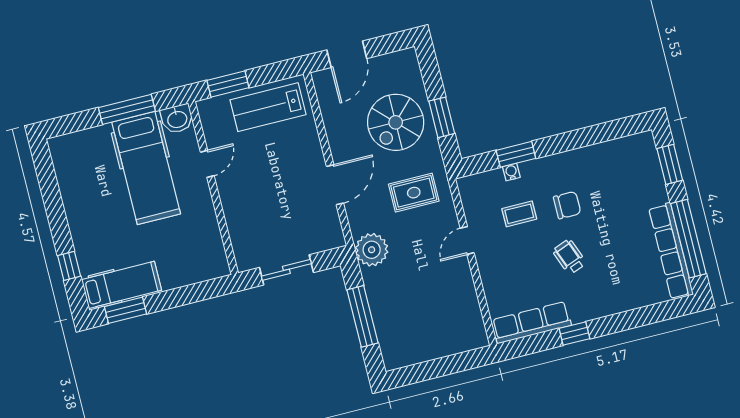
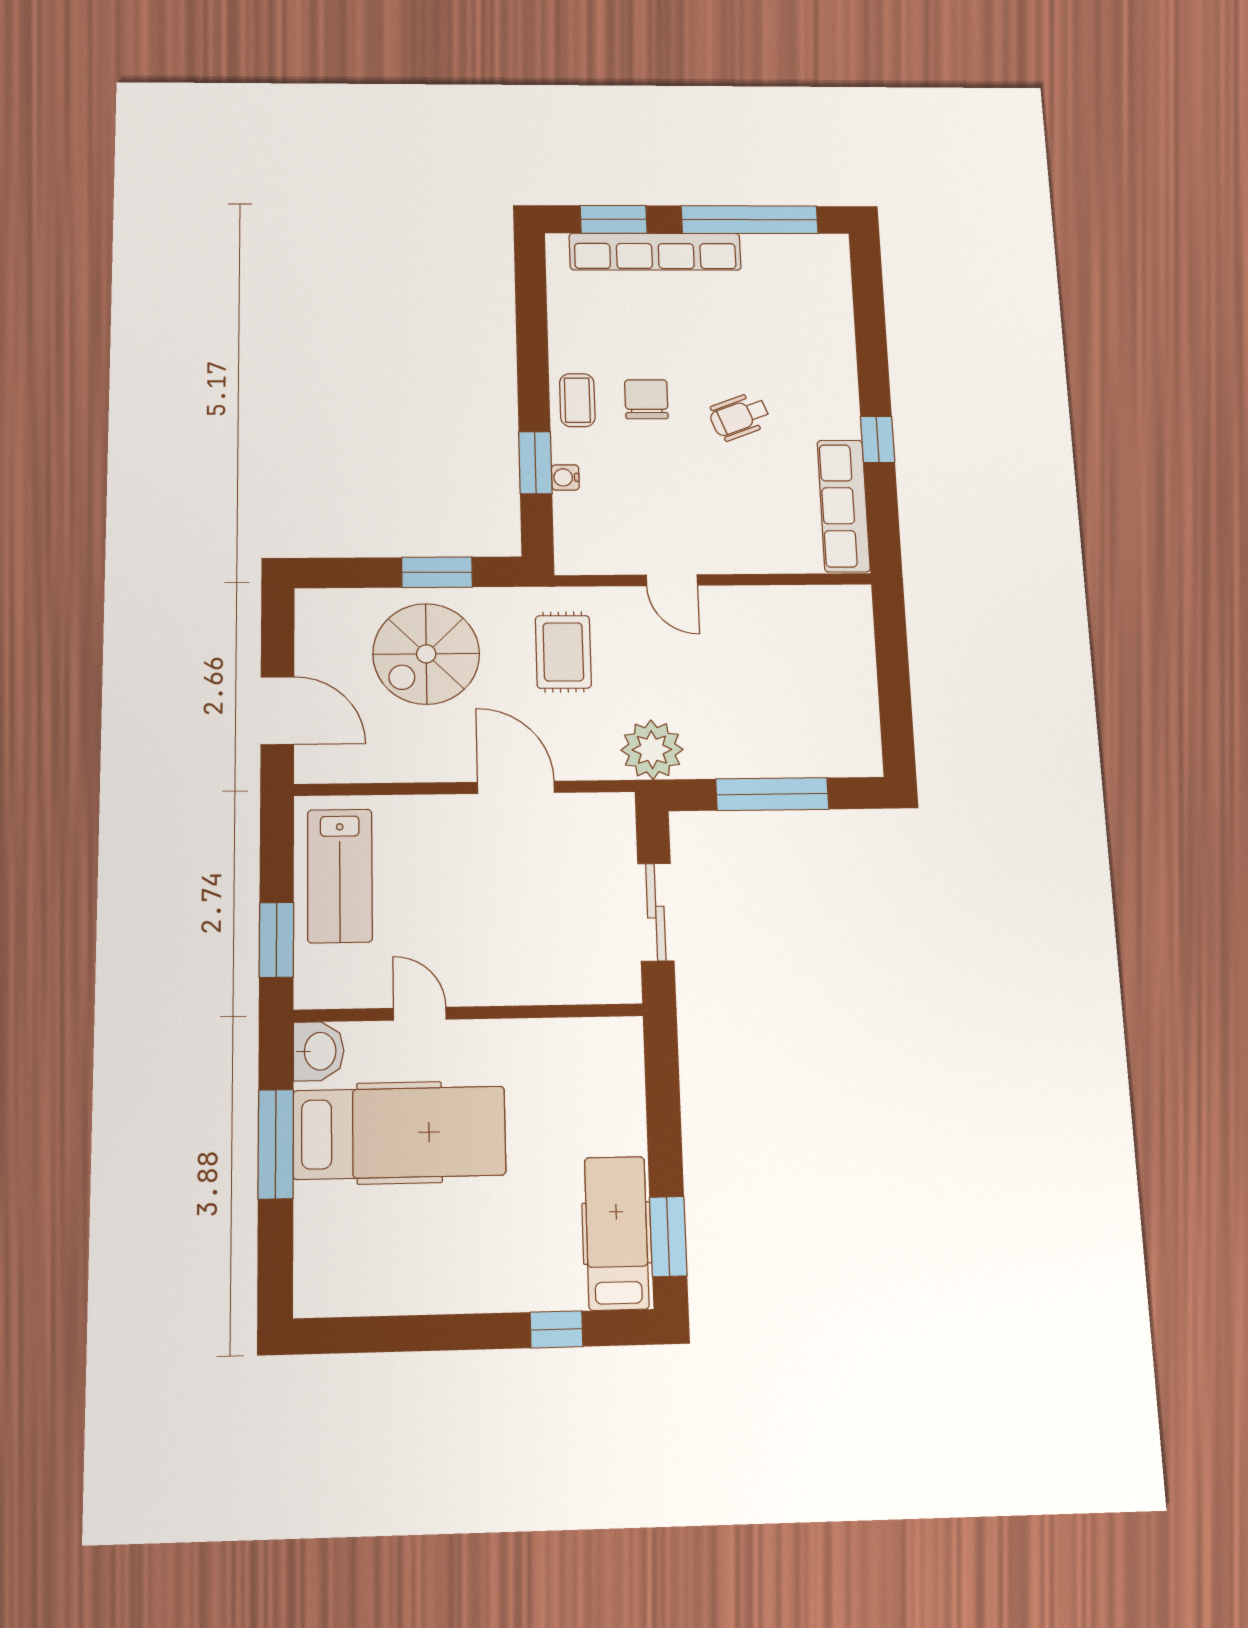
spiral stairs: (396, 122) -> (426, 654), turned 90
coffee table: (519, 214) -> (577, 400), moved
row of seats: (671, 251) -> (655, 252), moved

